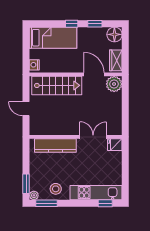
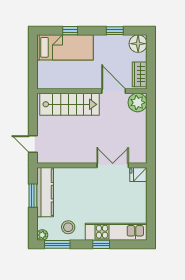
window: (72, 24) -> (70, 31), moved
nightstand: (34, 65) -> (43, 80), removed
door: (26, 109) -> (33, 144), moved
kitchen counter: (55, 145) -> (45, 192), moved, turned -90
window: (26, 184) -> (33, 196), moved
window: (105, 203) -> (101, 244), moved

